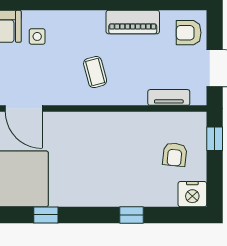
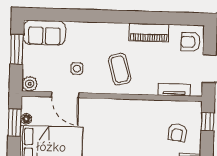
side table: (37, 36) -> (77, 69), moved
coffee table: (95, 72) -> (120, 69), width x1.36, depth x1.30

